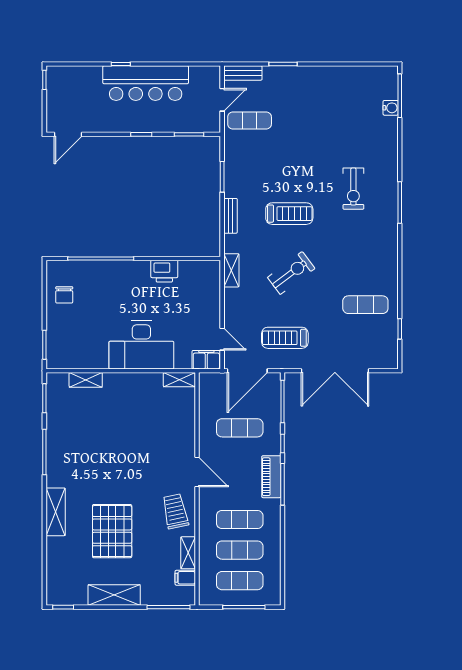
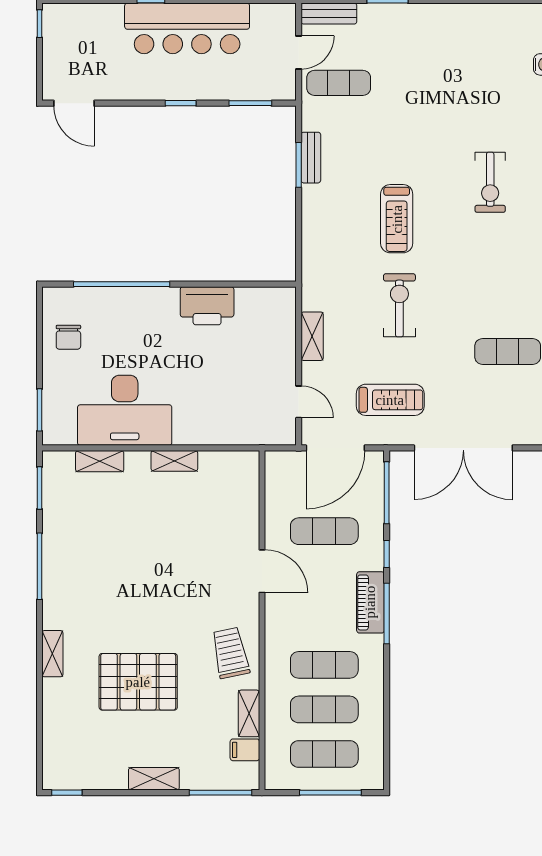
door: (68, 134) -> (74, 103), hinge flipped
treadmill: (289, 214) -> (397, 219), turned 90
bench: (230, 216) -> (311, 158), moved
shelving: (231, 270) -> (312, 336), moved
printer: (164, 271) -> (207, 306), width x1.37, depth x1.19
exercise bike: (291, 273) -> (399, 305), turned -53
treadmill: (285, 338) -> (390, 400), turned 180
desk: (141, 345) -> (125, 410), moved
filing cabinet: (206, 360) -> (276, 432), removed
shelving: (179, 380) -> (174, 461), moved
door: (197, 472) -> (262, 571), moved
shelving: (56, 512) -> (52, 654), width x0.67, depth x0.75
pallet: (112, 531) -> (138, 682), turned 90
shelving: (114, 595) -> (154, 779), width x0.67, depth x0.75

